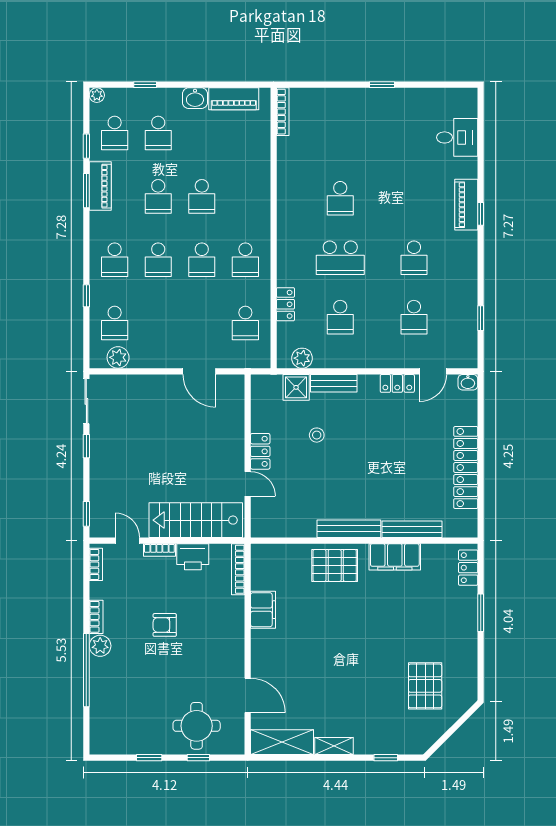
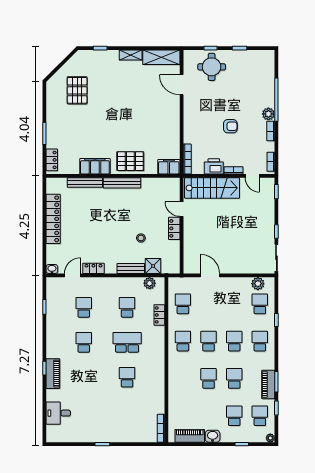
filing cabinet: (263, 610) -> (169, 167), moved, turned 90

